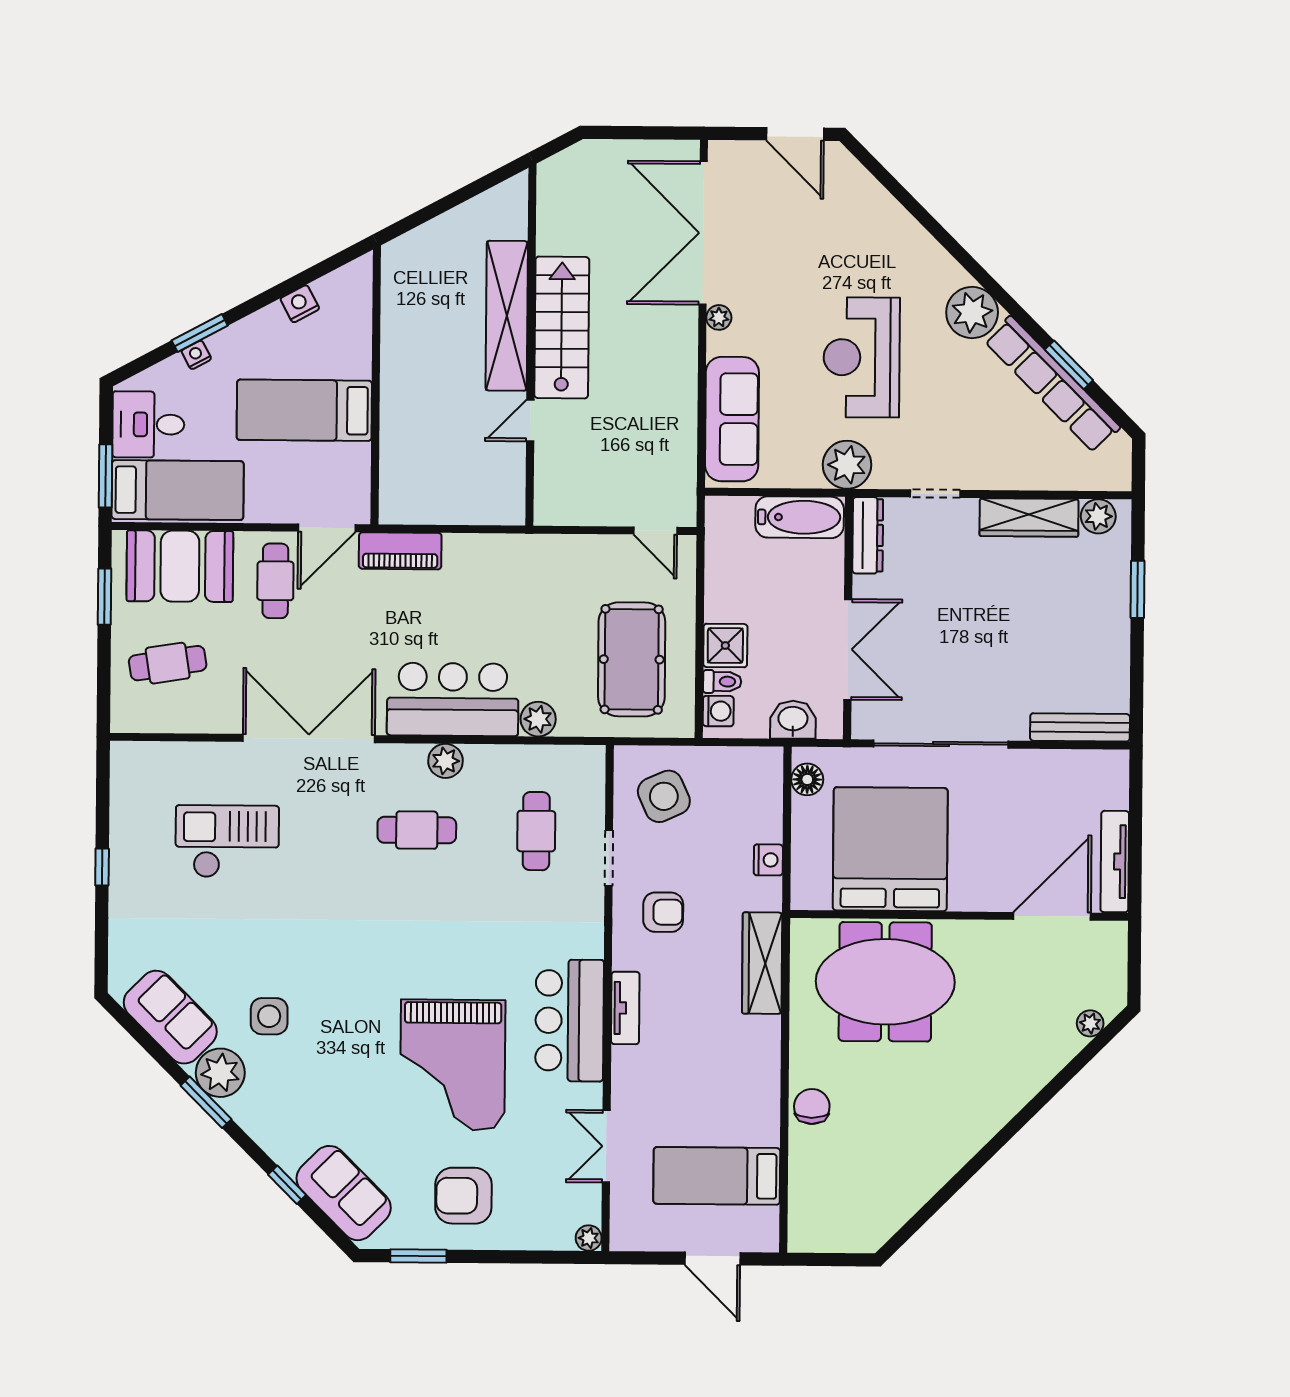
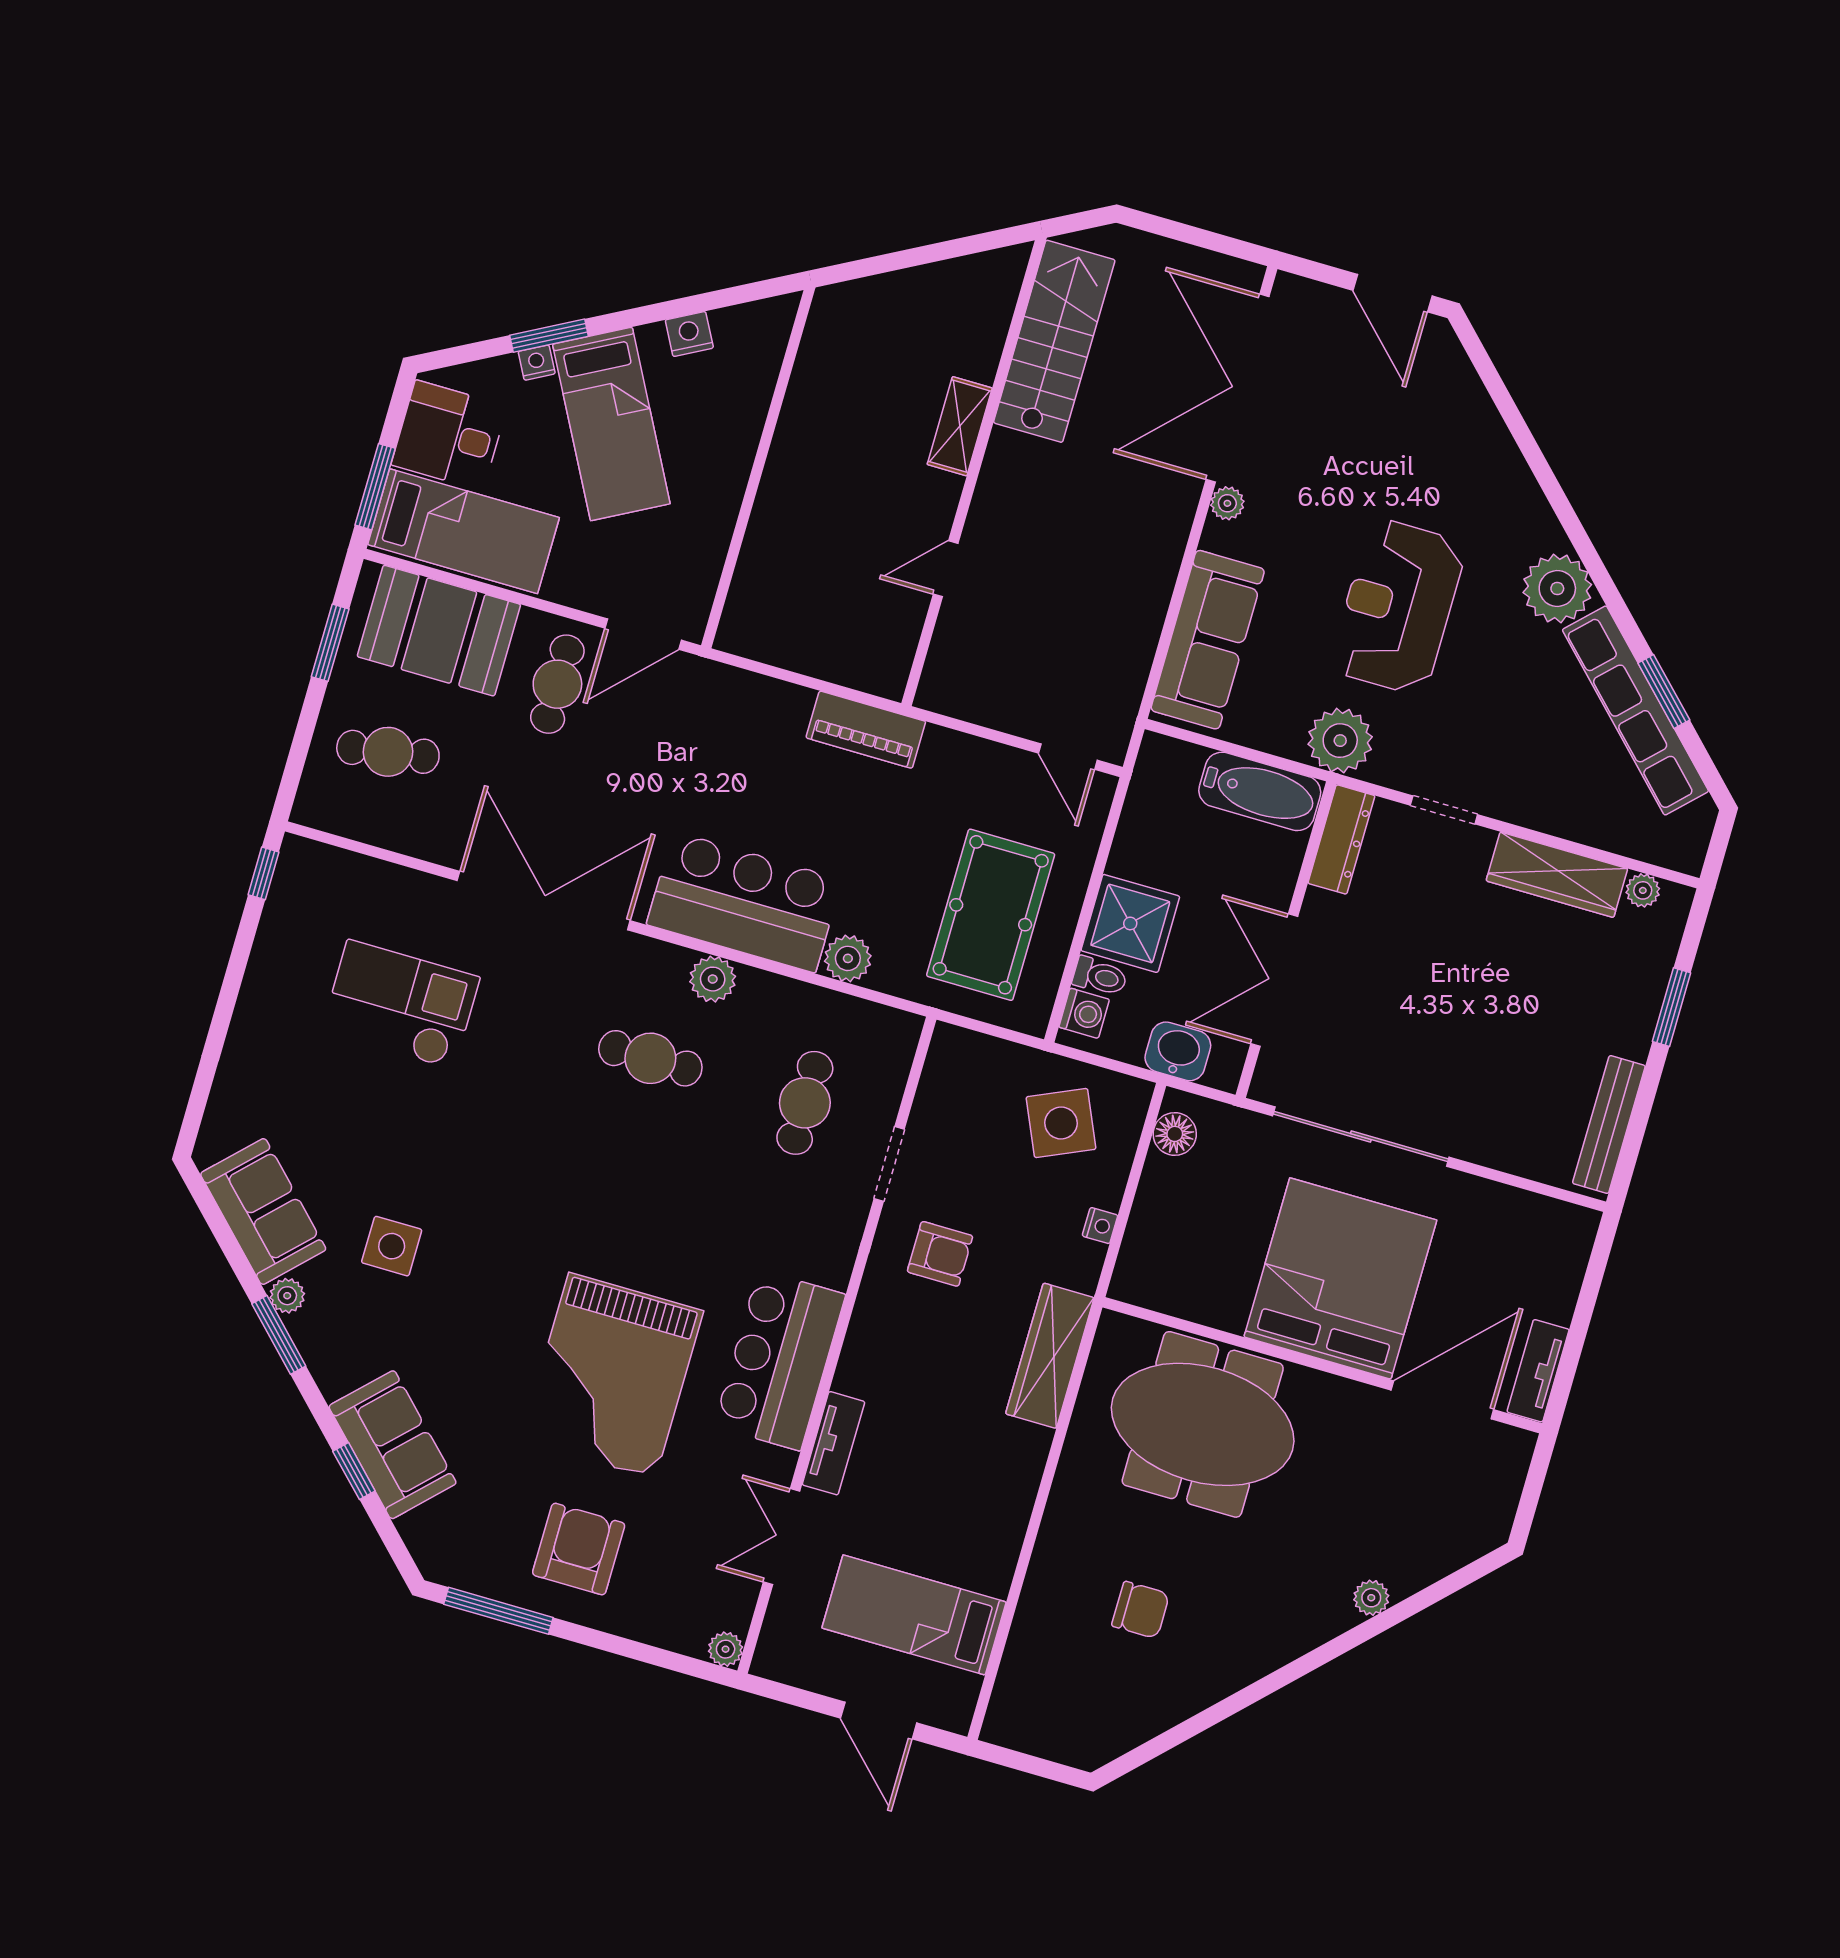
shelving: (507, 316) -> (960, 426), width x0.45, depth x0.75
stairs: (562, 328) -> (1054, 341), moved
bed: (304, 410) -> (611, 424), moved, turned -118
plant: (1098, 516) -> (1643, 890), width x0.73, depth x0.73
piano: (400, 551) -> (866, 730), moved
shower: (725, 645) -> (1130, 923), width x1.36, depth x1.36
double door: (848, 649) -> (1274, 980), swing flipped
bench: (1080, 727) -> (1609, 1125), moved, turned 90
side table: (664, 796) -> (1061, 1123), moved
bed: (890, 849) -> (1340, 1278), moved
nightstand: (768, 860) -> (1100, 1226), width x0.72, depth x0.74
tv unit: (1115, 862) -> (1538, 1371), width x0.71
window: (102, 867) -> (264, 873), moved
tv unit: (625, 1008) -> (833, 1443), moved
plant: (1090, 1023) -> (1371, 1598), moved
plant: (220, 1073) -> (287, 1296), width x0.53, depth x0.53
chair: (812, 1106) -> (1141, 1610), moved, turned 90
sofa: (344, 1193) -> (393, 1445), moved
armchair: (463, 1196) -> (579, 1549), turned 90
window: (418, 1256) -> (498, 1611), width x1.44

